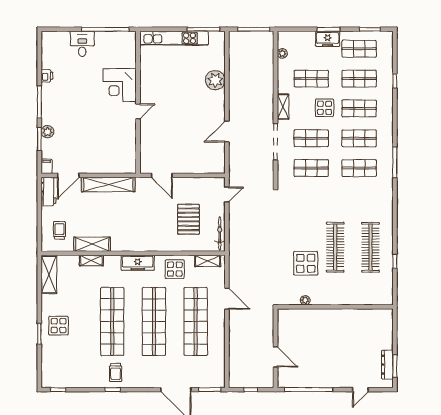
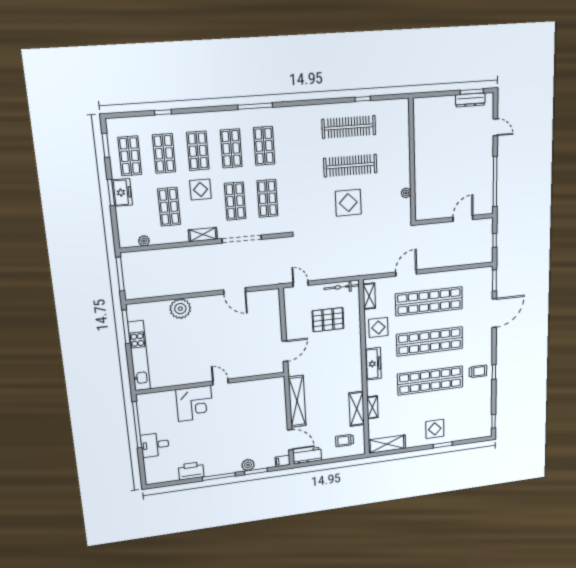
printer: (47, 76) -> (191, 471), width x1.87, depth x1.48
display table: (306, 263) -> (348, 203), moved

